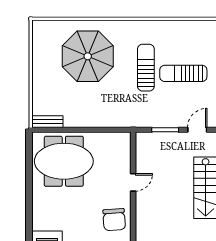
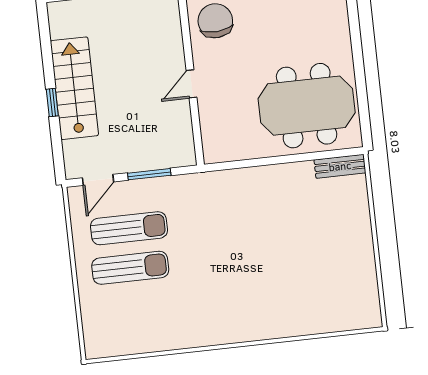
parasol: (88, 56) -> (287, 278), removed
sun lounger: (146, 68) -> (129, 228), moved, turned -90

